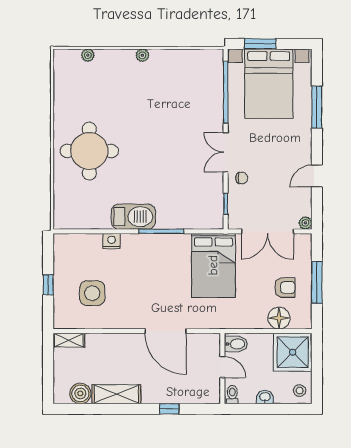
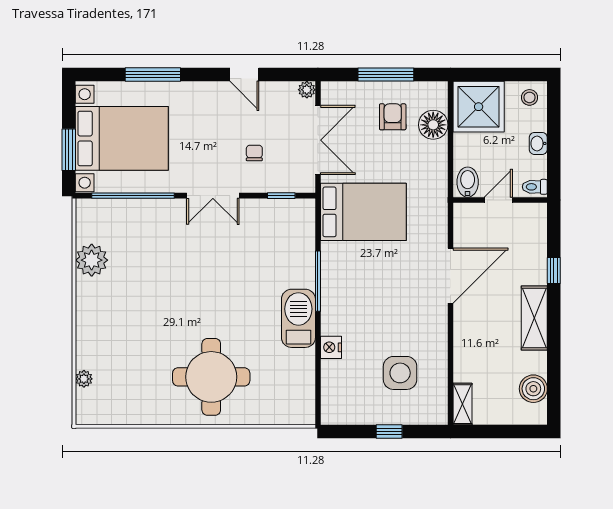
plant: (142, 55) -> (92, 260), moved, width x1.87, depth x1.87
chair: (242, 178) -> (254, 153), moved
shelving: (116, 394) -> (534, 318), moved

